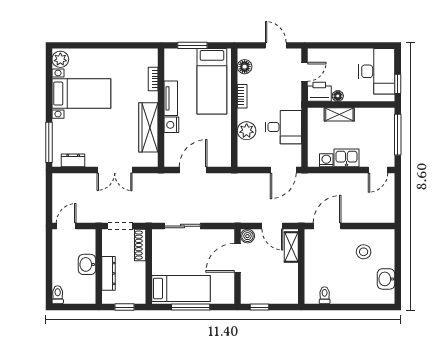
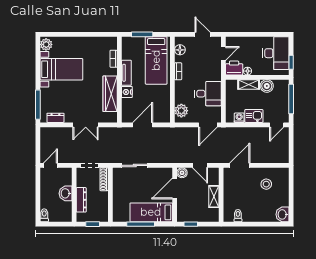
boiler: (364, 116) -> (267, 86), added
plant: (247, 131) -> (181, 111), moved
shelving: (291, 247) -> (214, 197), moved
washbasin: (386, 279) -> (283, 214), moved
bed: (181, 288) -> (151, 212), moved, turned 180

